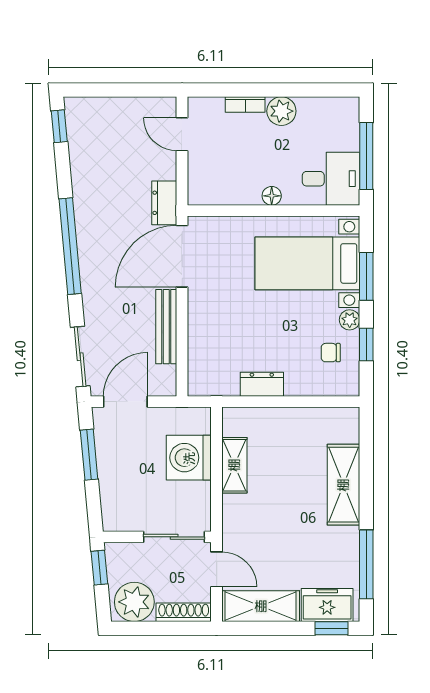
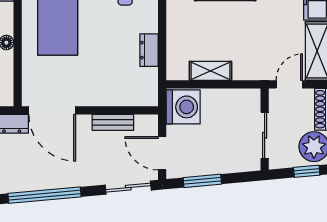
bench: (166, 327) -> (113, 122), width x0.73
washing machine: (189, 458) -> (183, 107), moved, turned -90
sliding door: (174, 537) -> (265, 135), moved
window: (99, 568) -> (307, 171), moved

